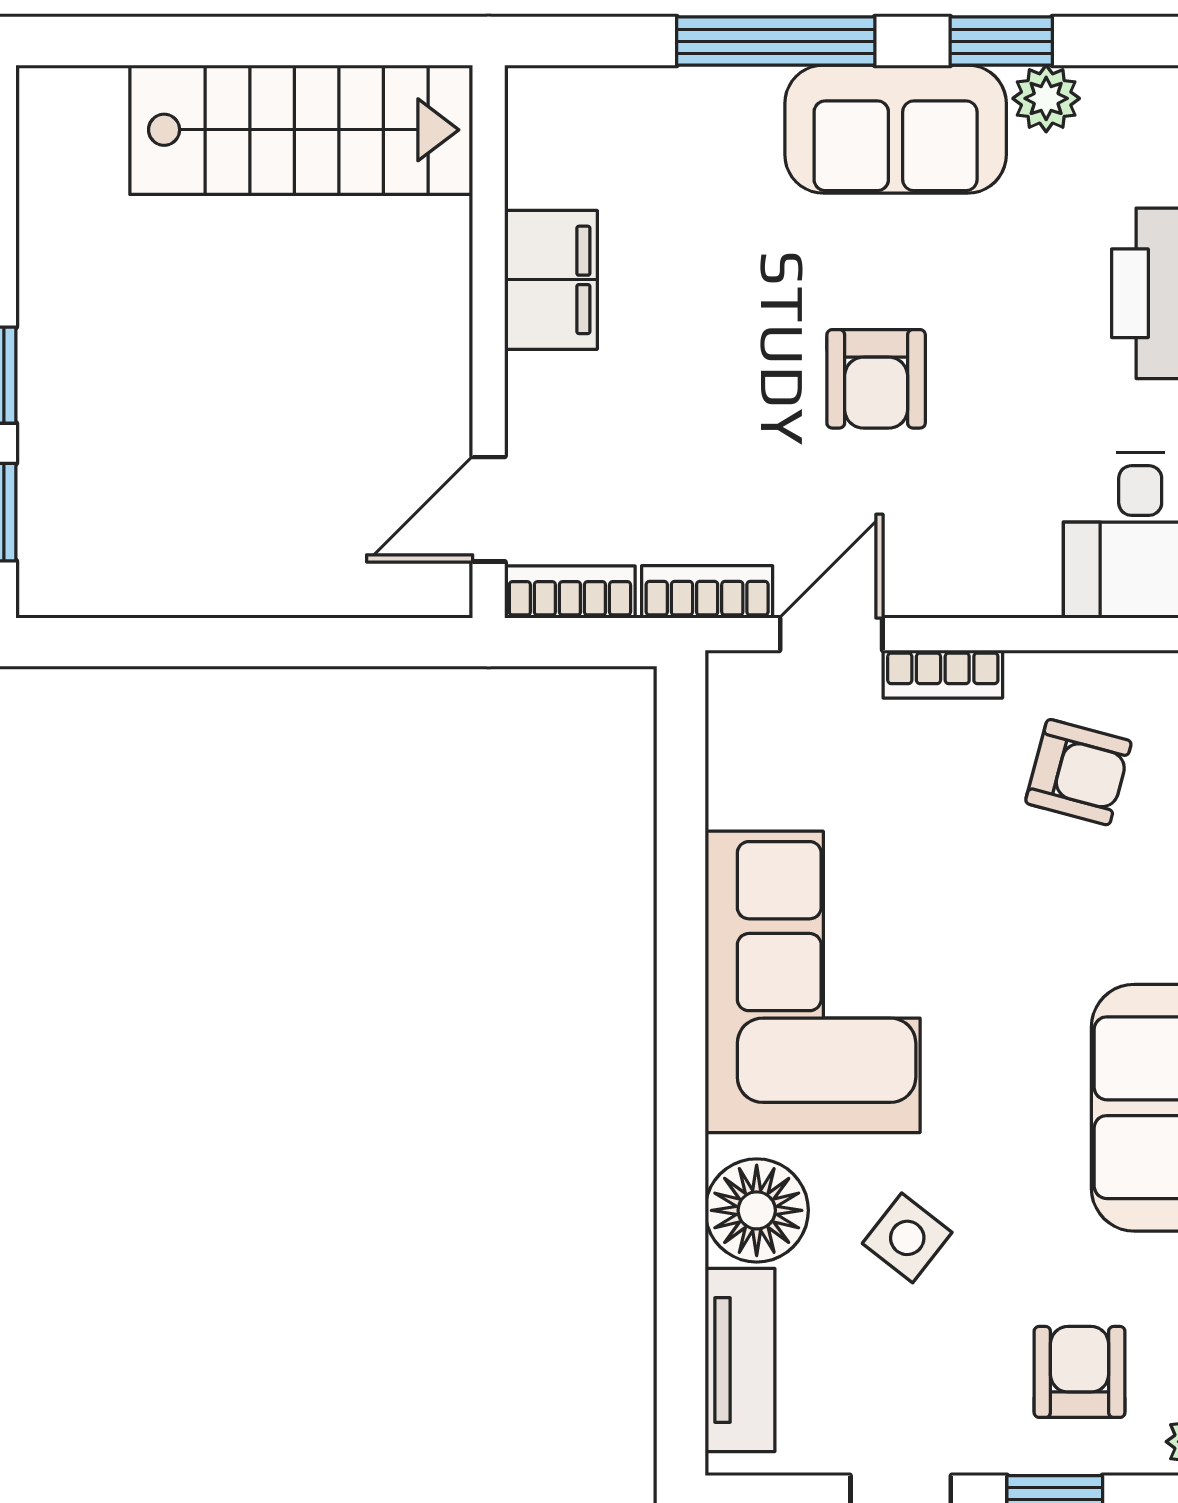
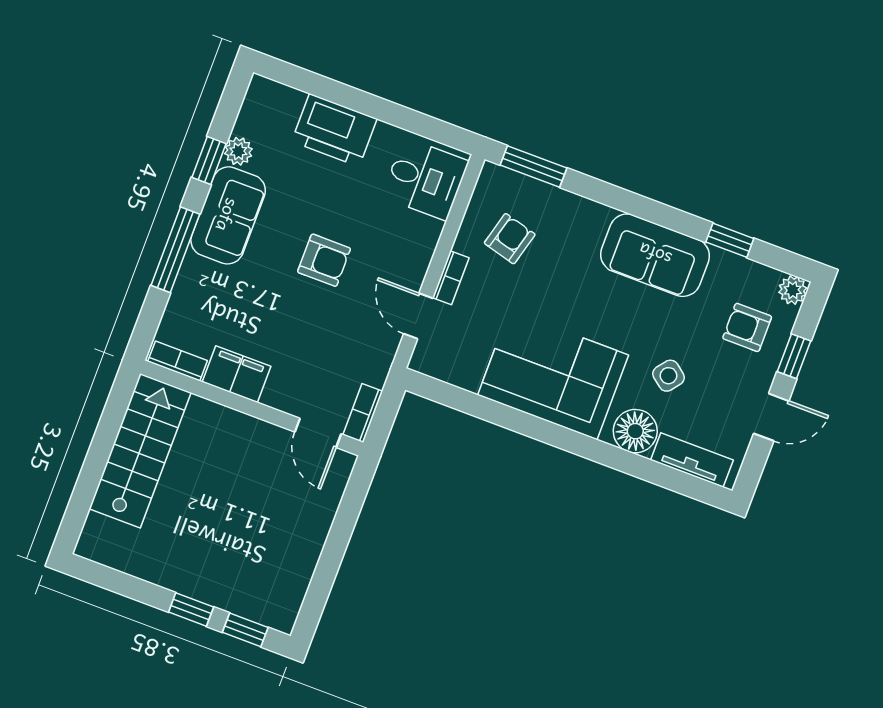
bookcase: (707, 592) -> (178, 361), moved, turned 90

